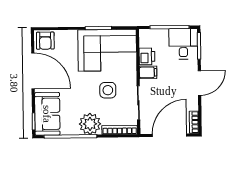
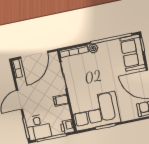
printer: (147, 56) -> (67, 127), moved
side table: (108, 90) -> (89, 81), removed
plant: (90, 124) -> (93, 48), width x0.53, depth x0.53

